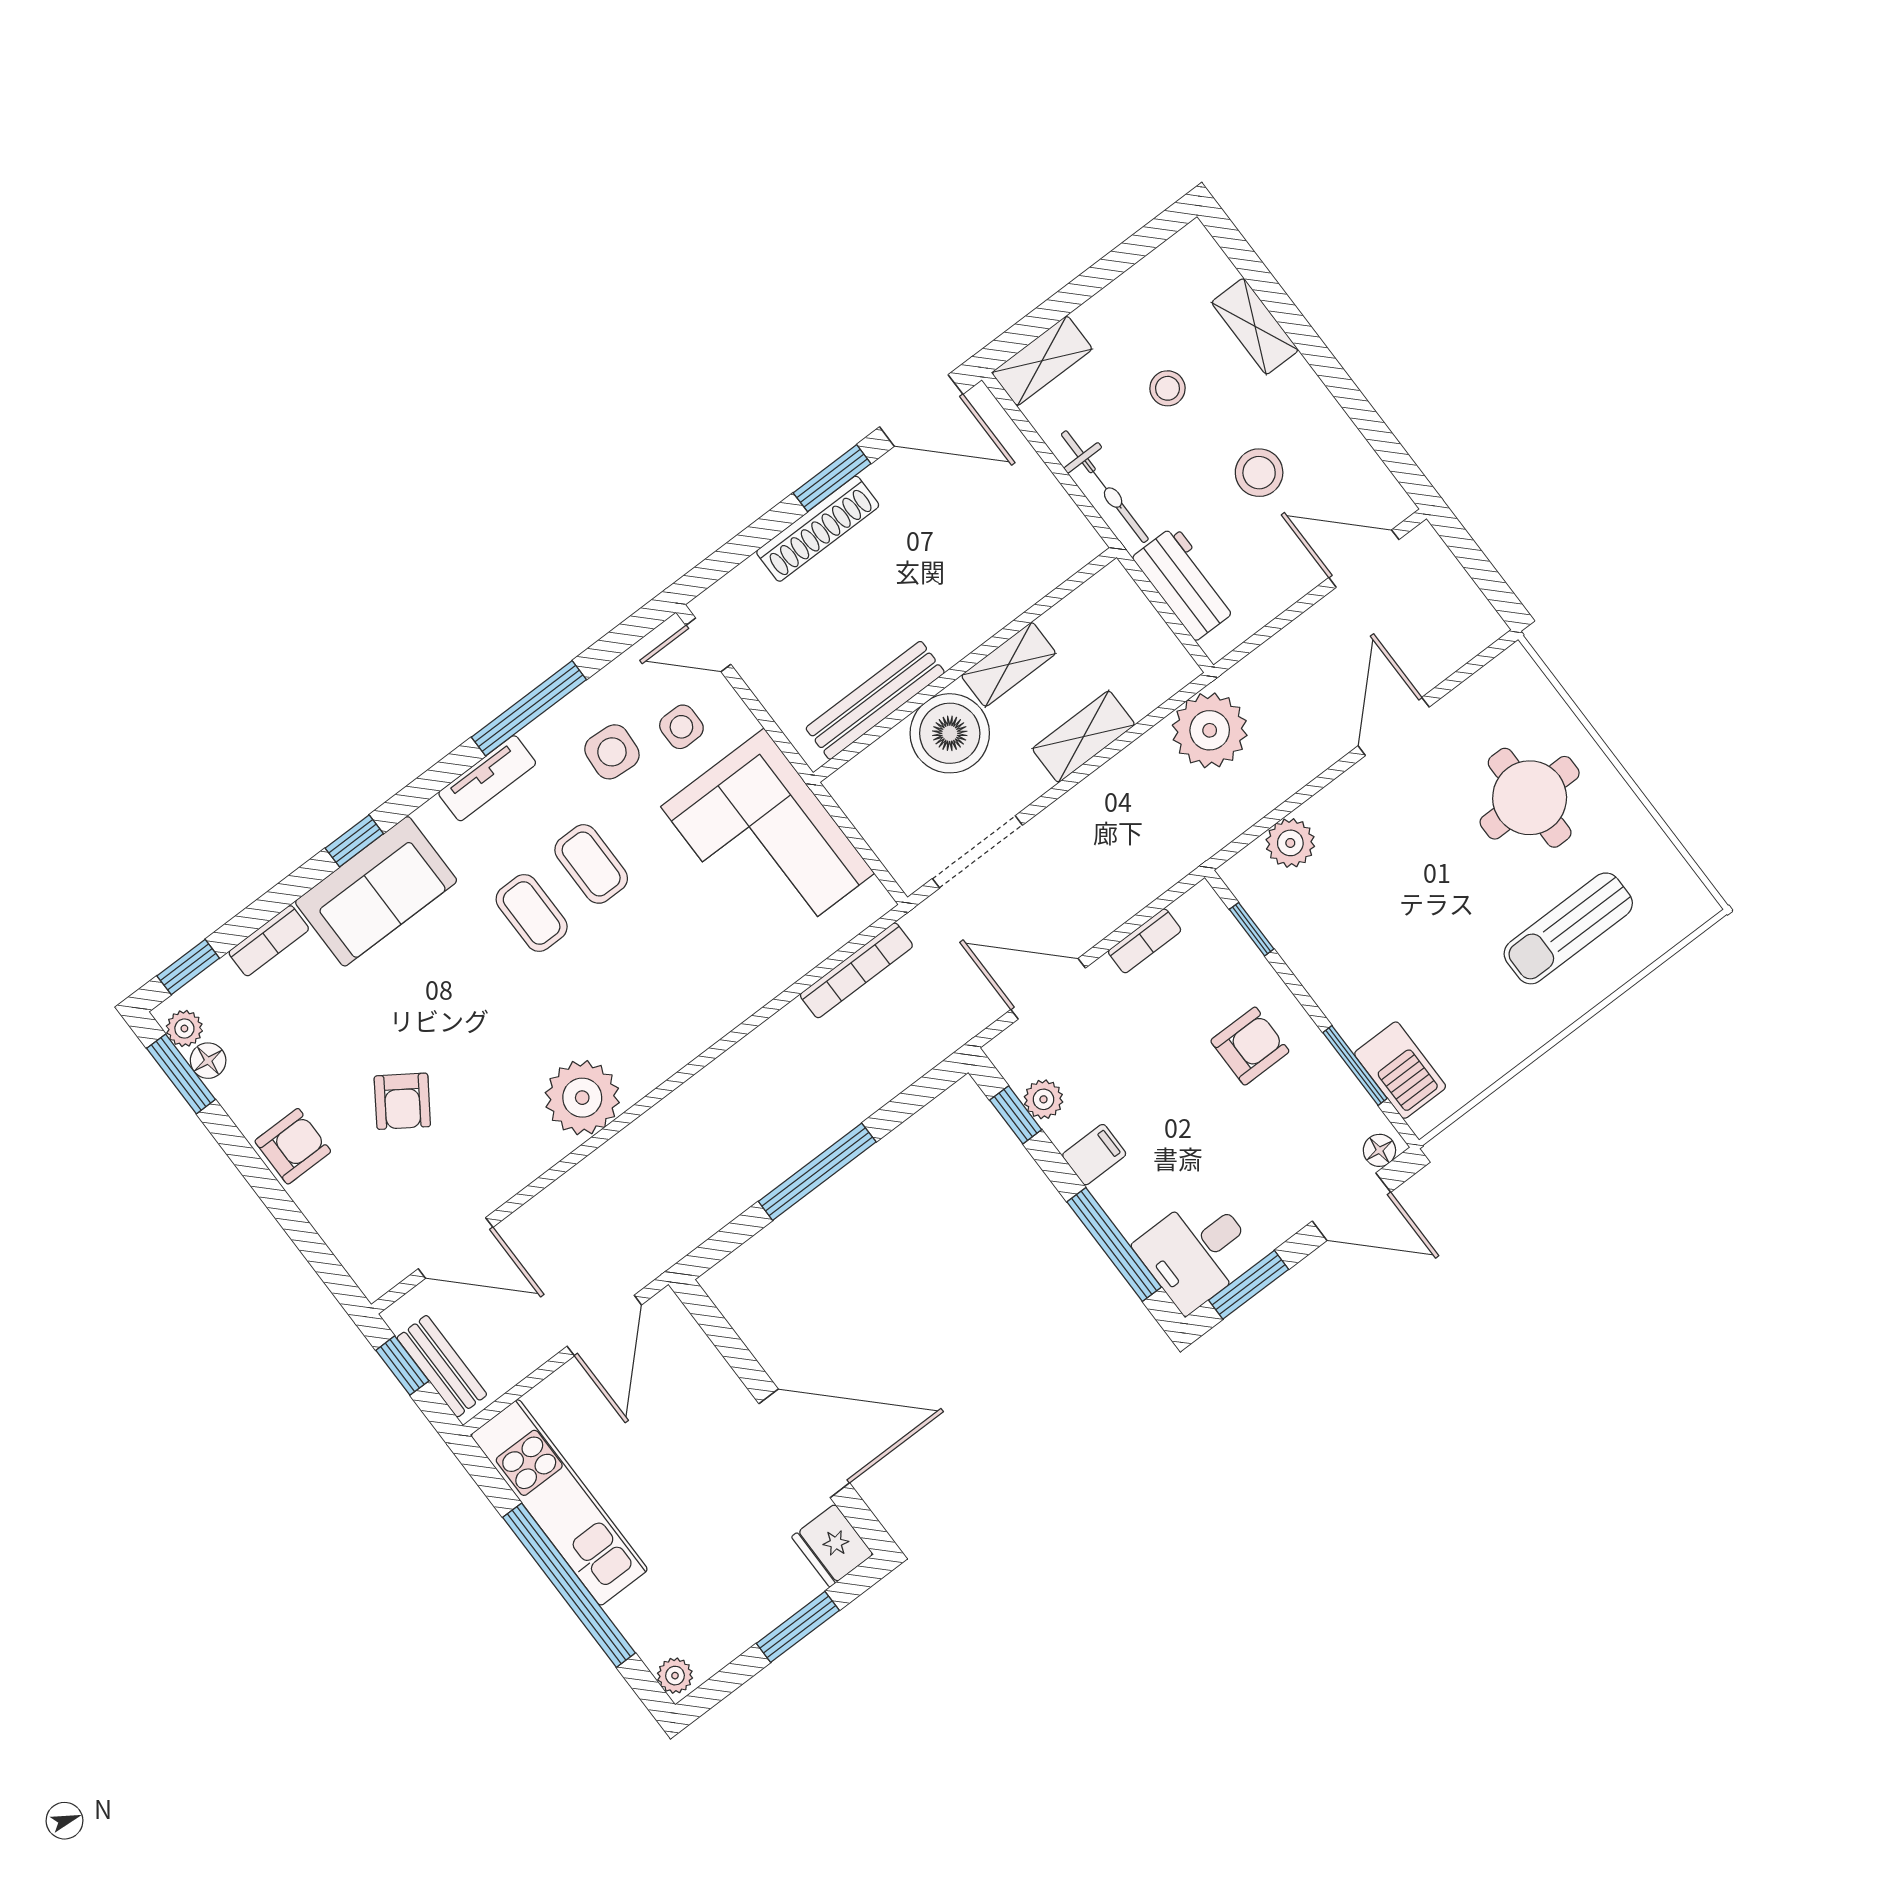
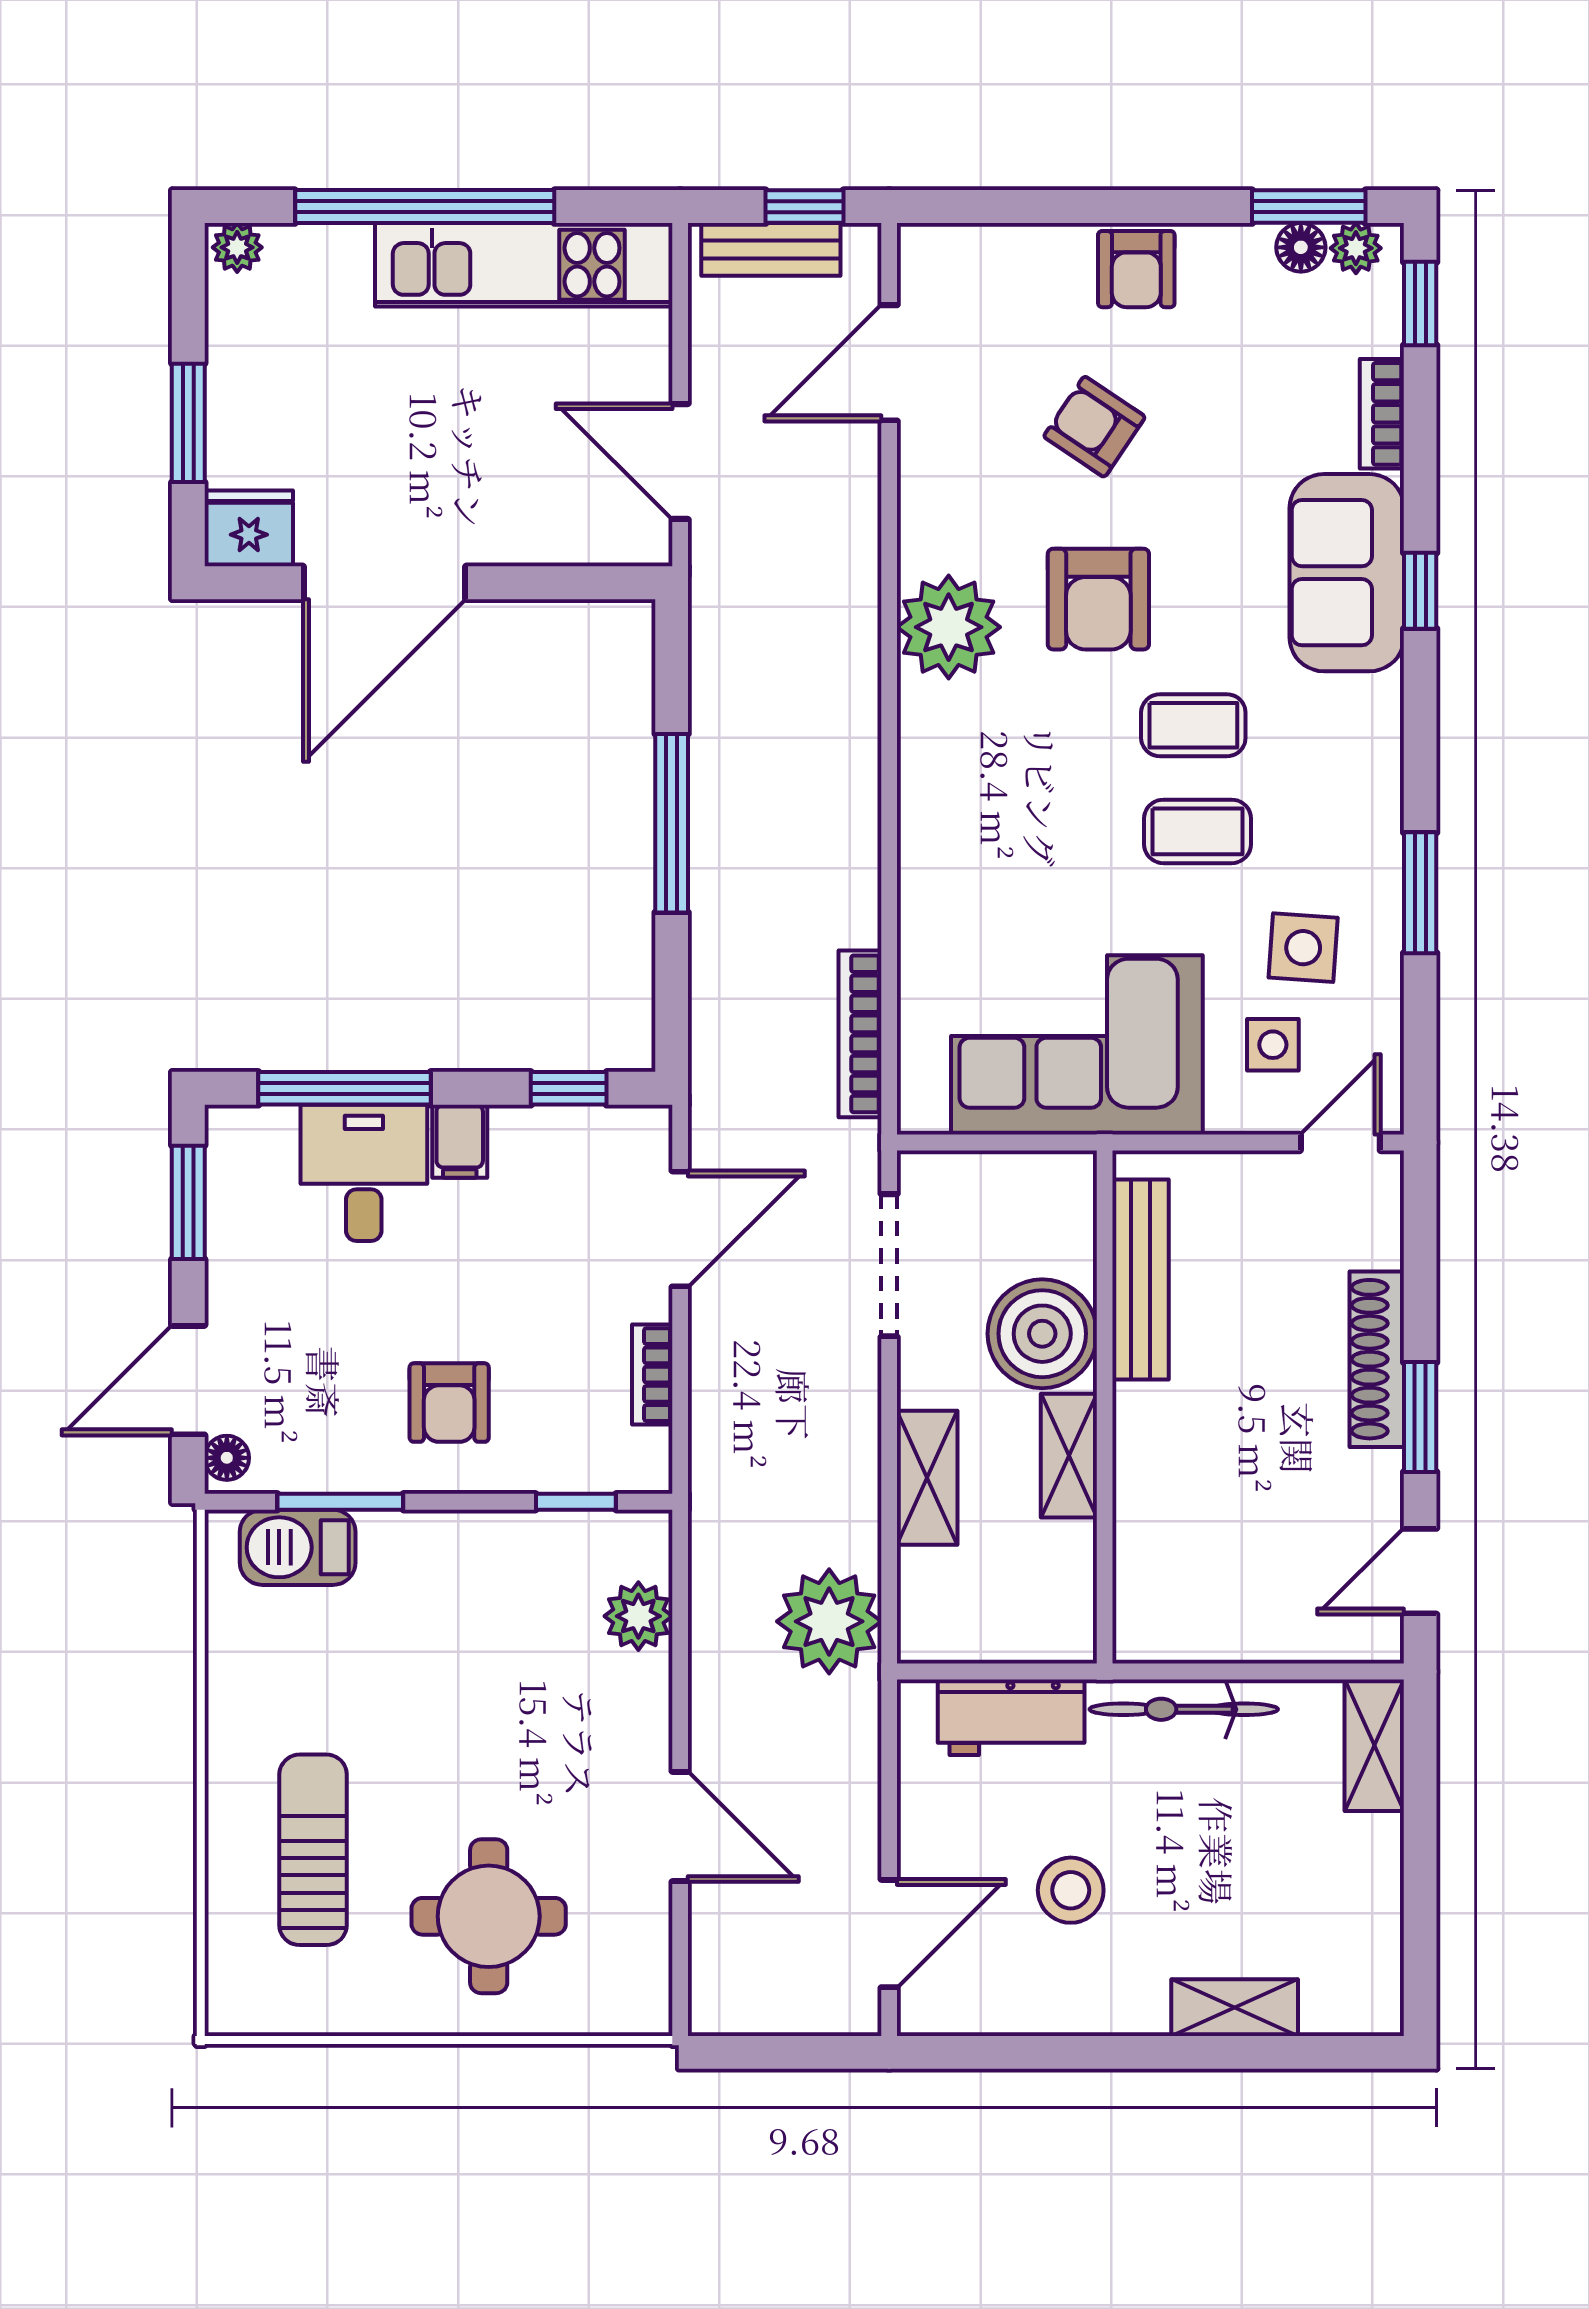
stool: (1167, 388) -> (1239, 1860), removed
door: (921, 411) -> (1420, 1571), width x0.73
window: (529, 708) -> (1420, 893), width x0.69
tv unit: (487, 778) -> (1378, 789), removed
armchair: (500, 1023) -> (1098, 599), added
plant: (1043, 1099) -> (563, 1132), removed
desk: (1197, 1252) -> (364, 1173), moved

